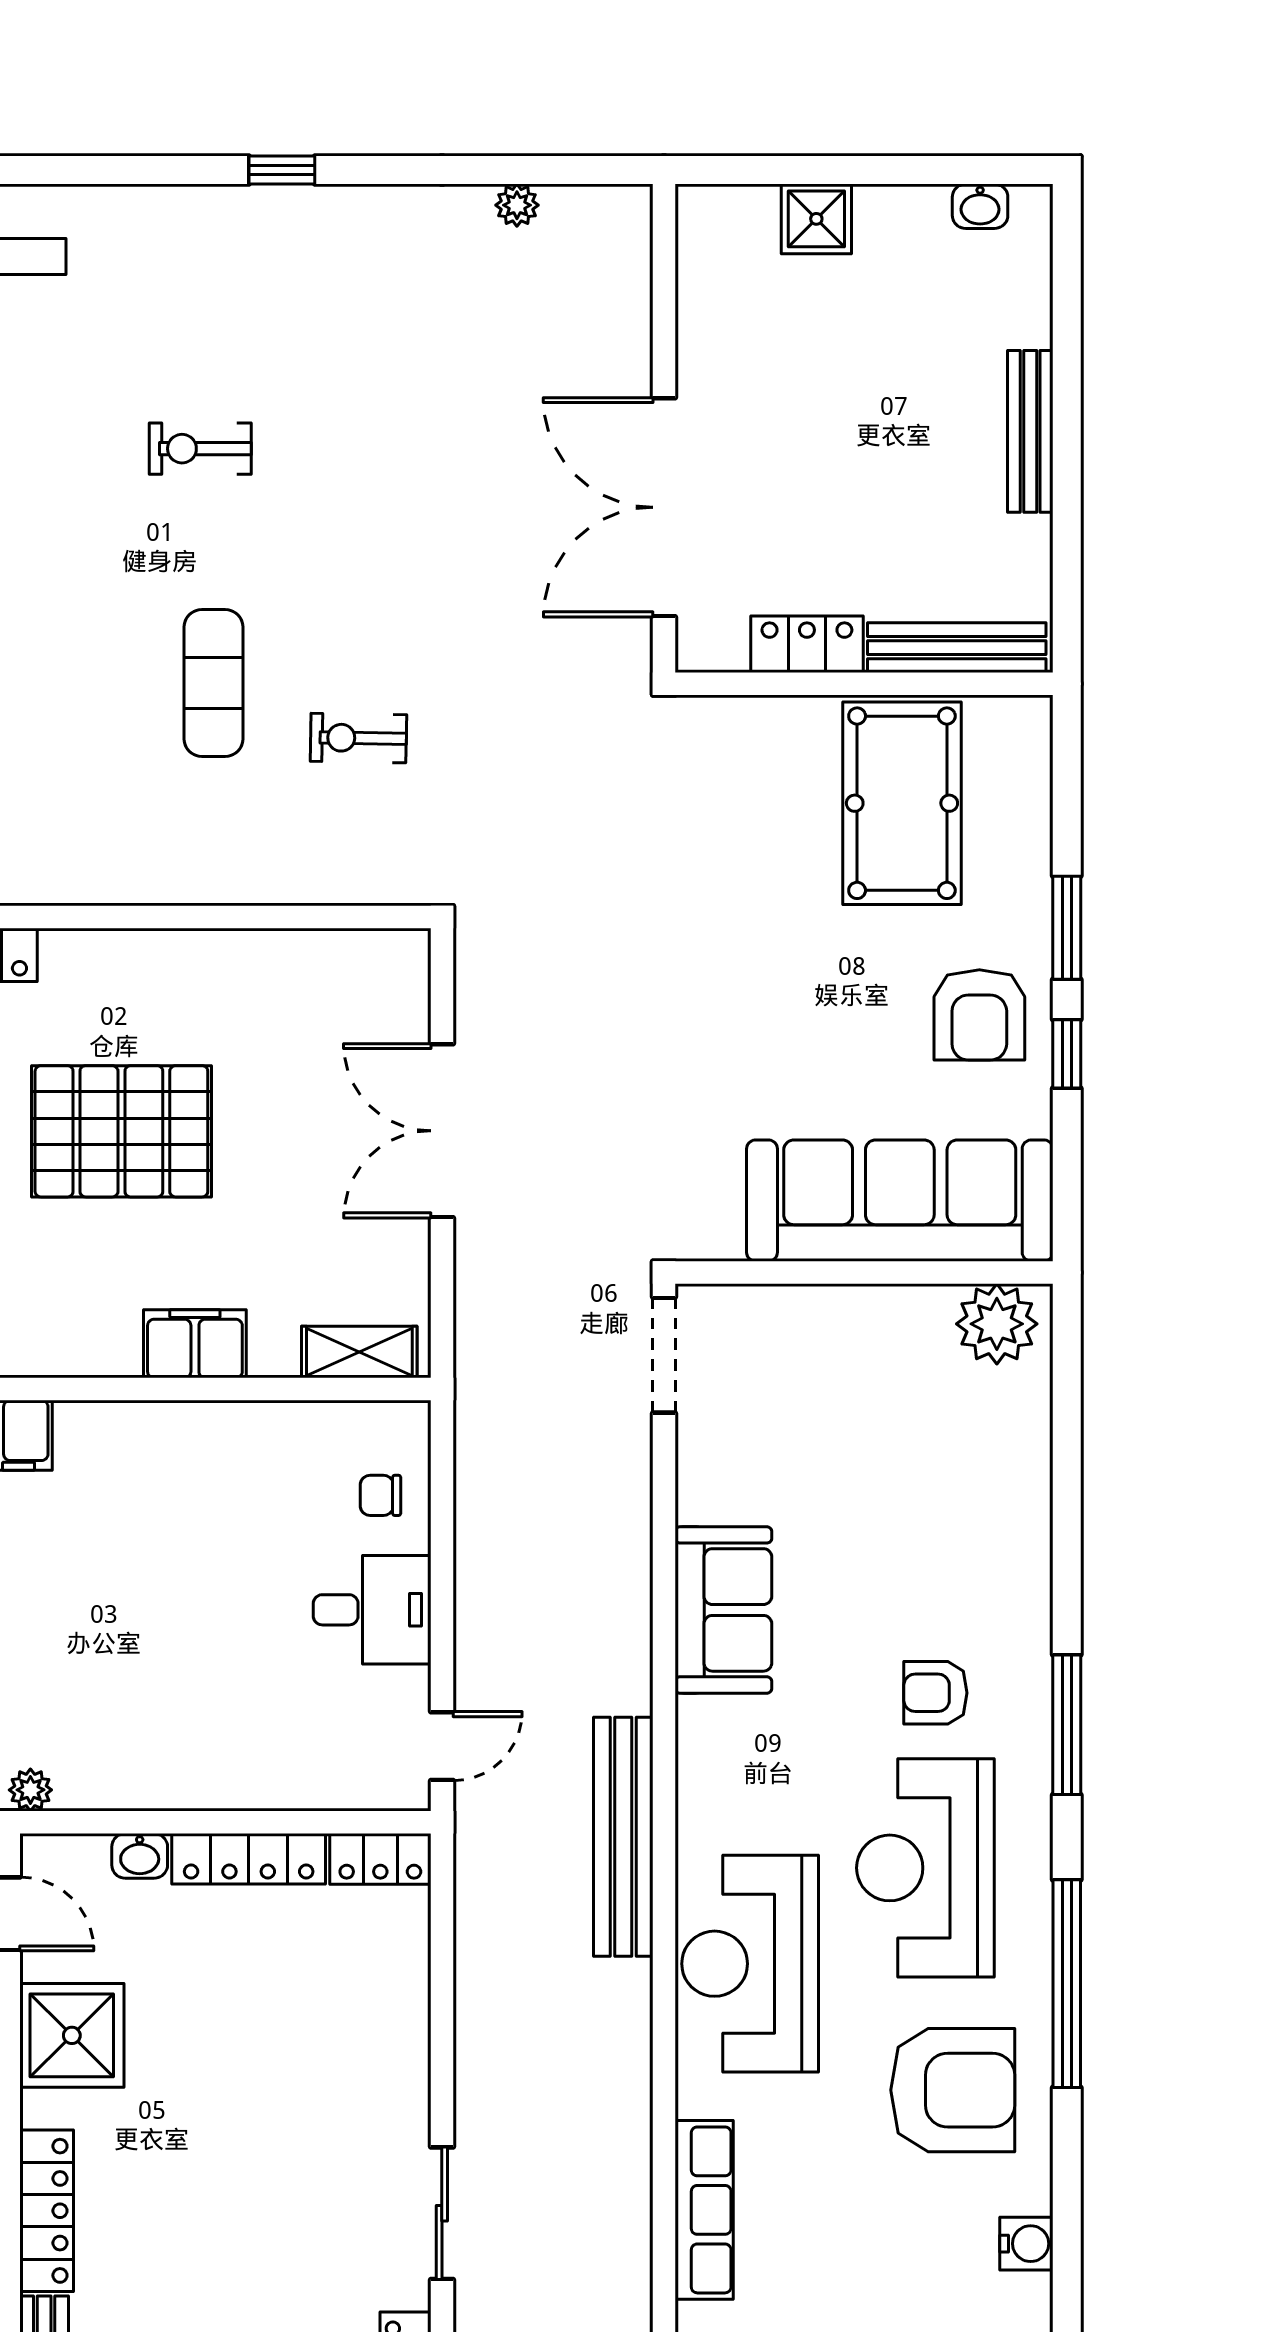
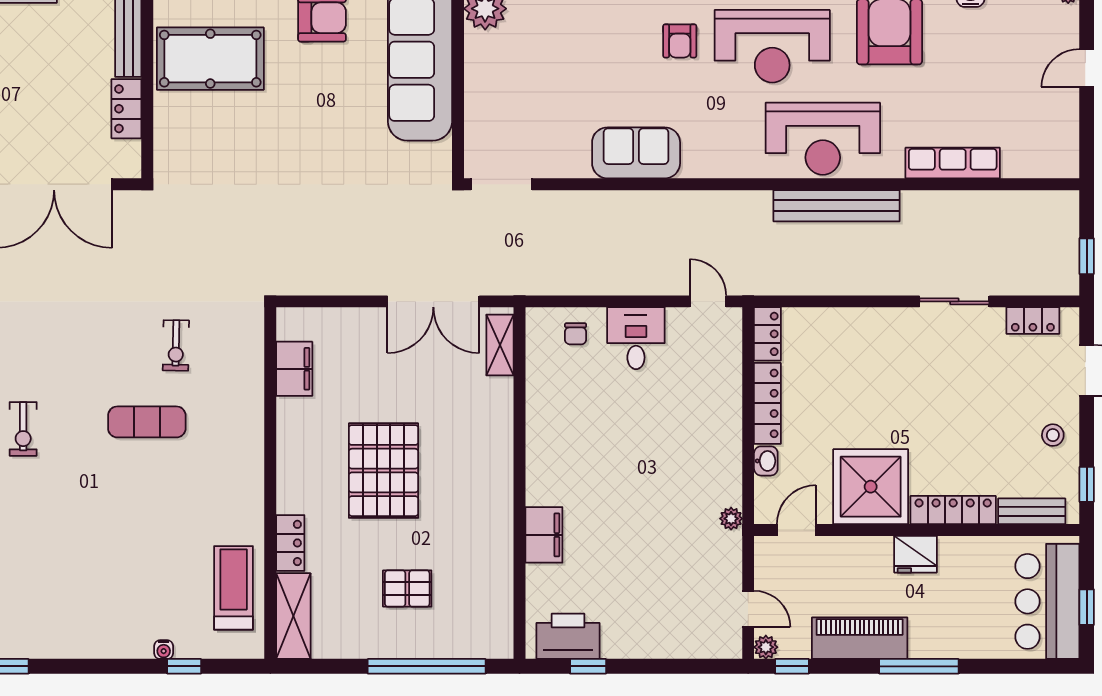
double door: (442, 1131) -> (433, 301), moved
filing cabinet: (195, 1344) -> (294, 369), moved, turned 180
bench: (623, 1837) -> (836, 206), moved
shower: (72, 2035) -> (871, 487), width x1.37, depth x1.37

